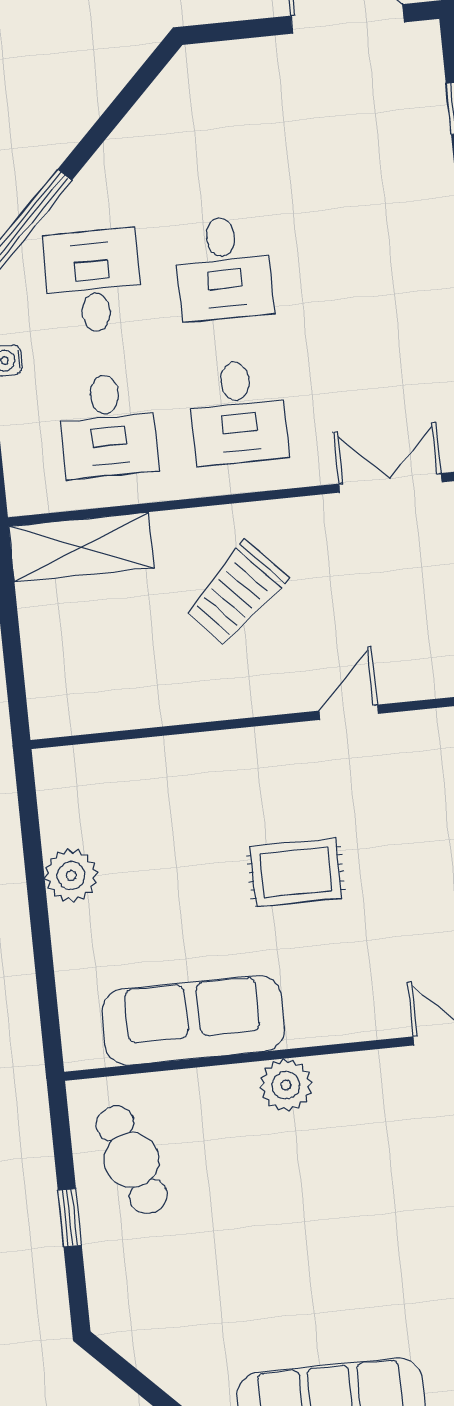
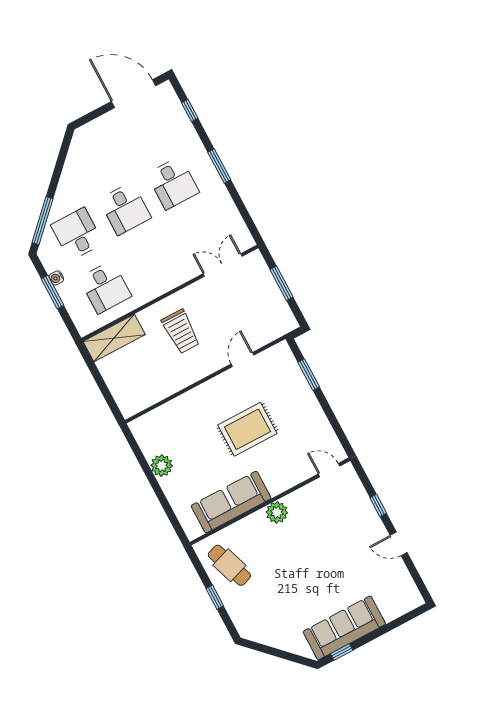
desk: (238, 412) -> (173, 183), moved
trolley: (236, 593) -> (181, 331), turned -47
rug: (296, 873) -> (247, 429), width x1.36, depth x1.43

